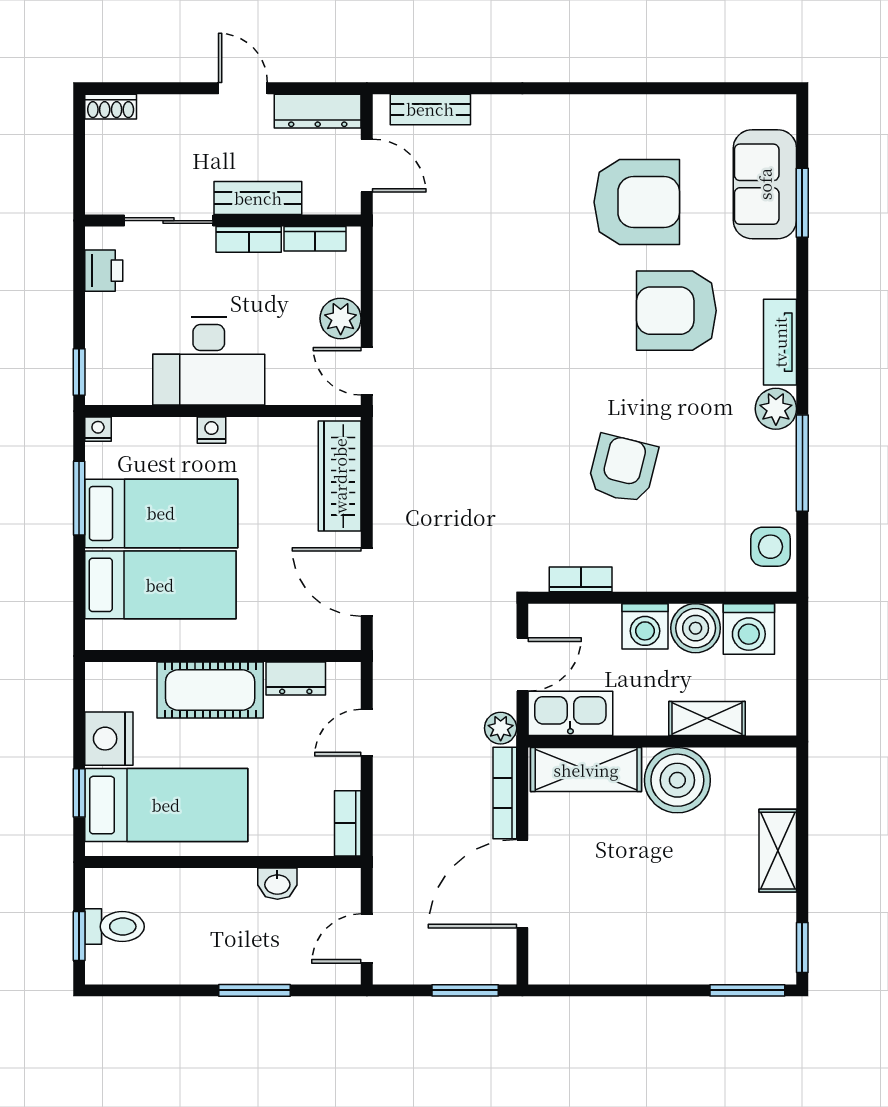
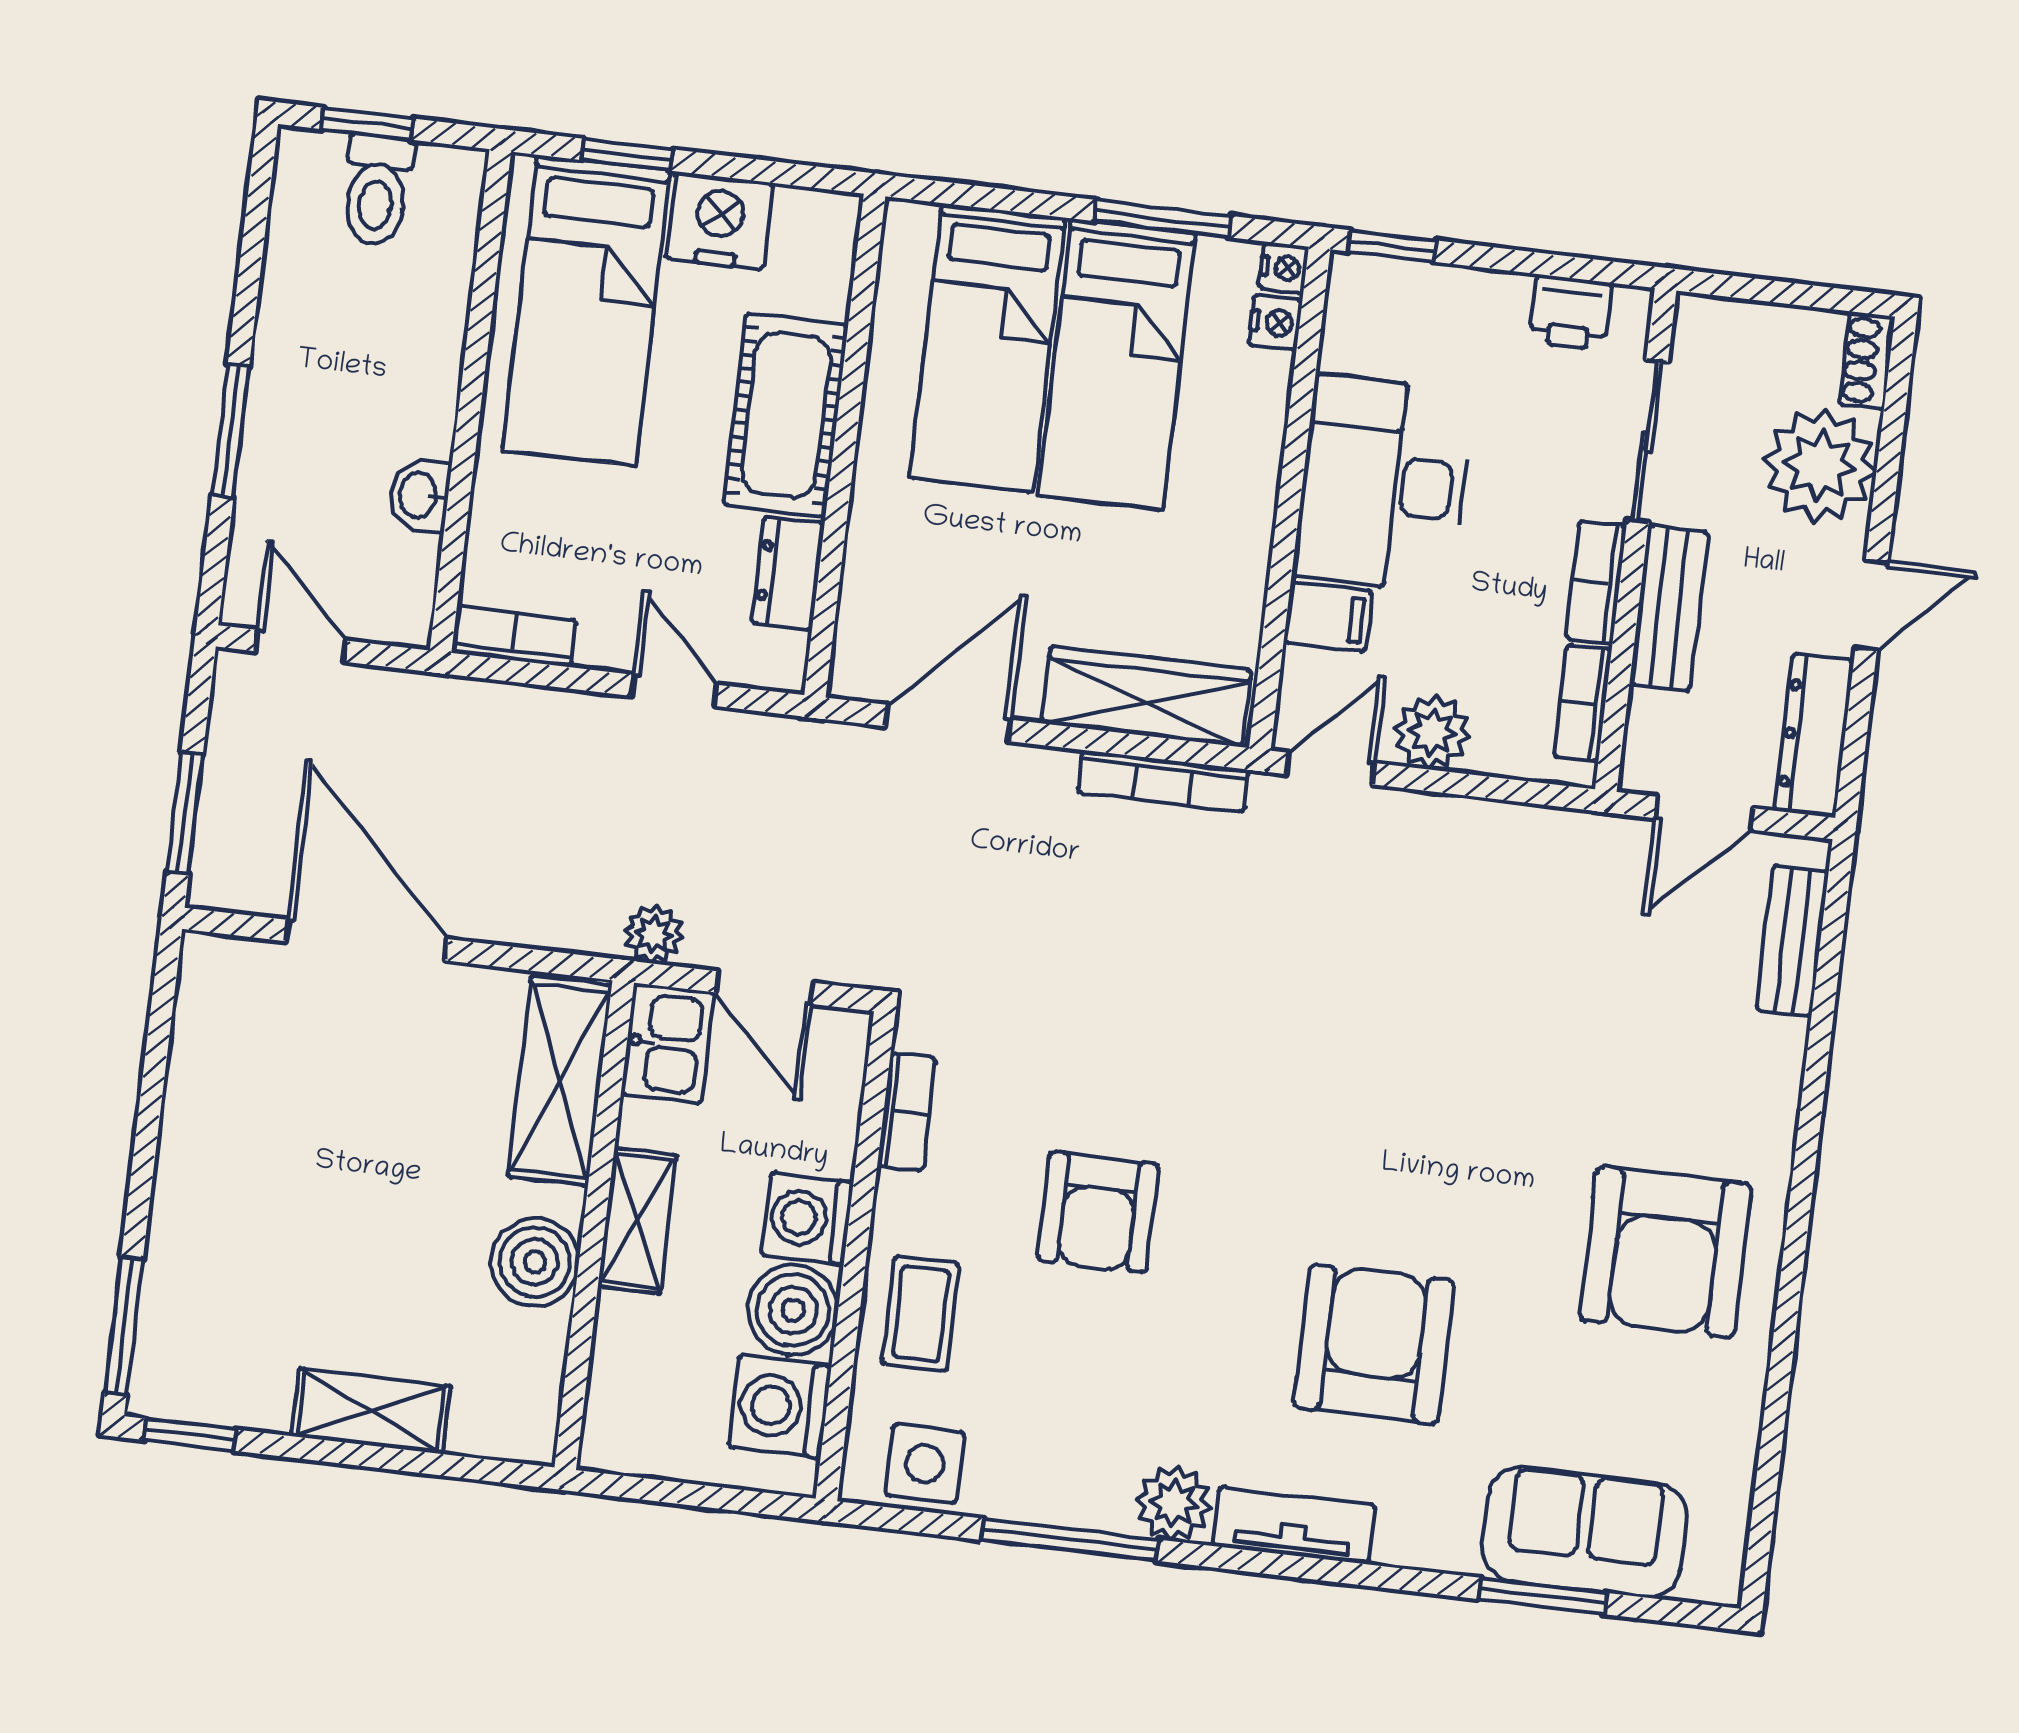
plant: (171, 125) -> (1820, 465), added
armchair: (637, 202) -> (1665, 1252), moved
filing cabinet: (285, 383) -> (1328, 617), added
nightstand: (211, 430) -> (1275, 322), moved
armchair: (623, 469) -> (1098, 1212), turned 76
coffee table: (689, 559) -> (921, 1314), added
kitchen sink: (570, 713) -> (668, 1043), width x0.73
shelving: (707, 719) -> (637, 1221), moved
boiler: (677, 780) -> (535, 1262), width x0.73, depth x0.73
bookcase: (505, 793) -> (1163, 781), moved, turned 180

